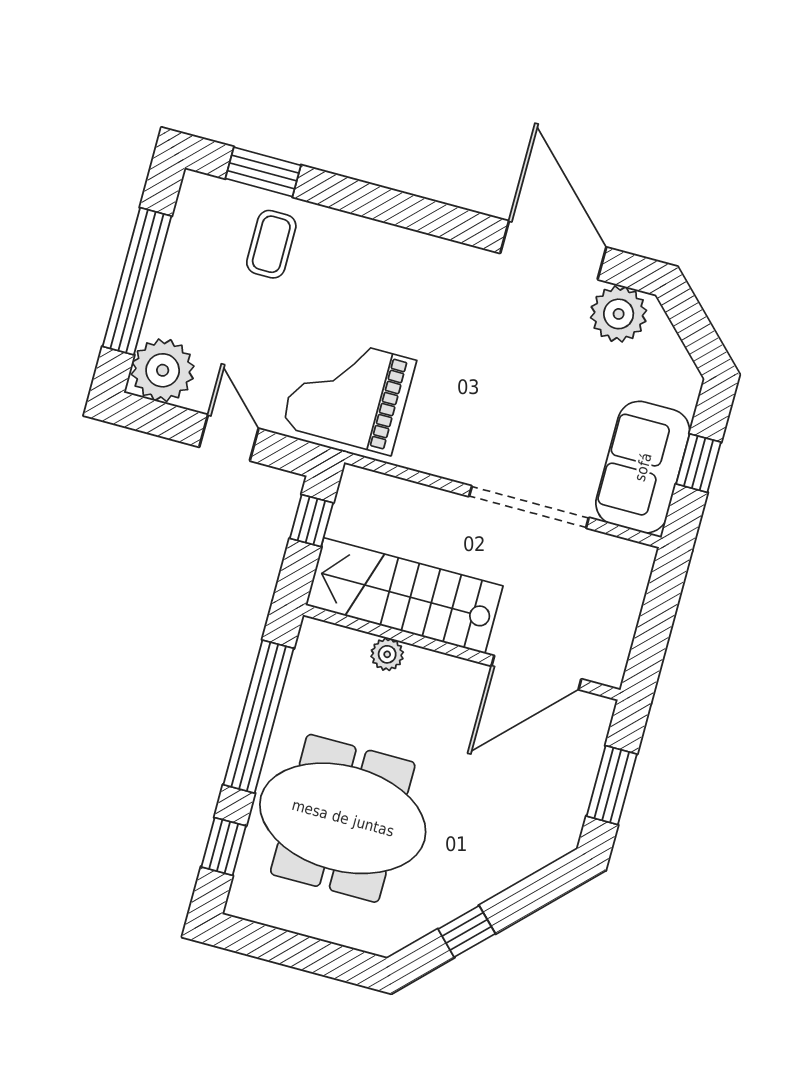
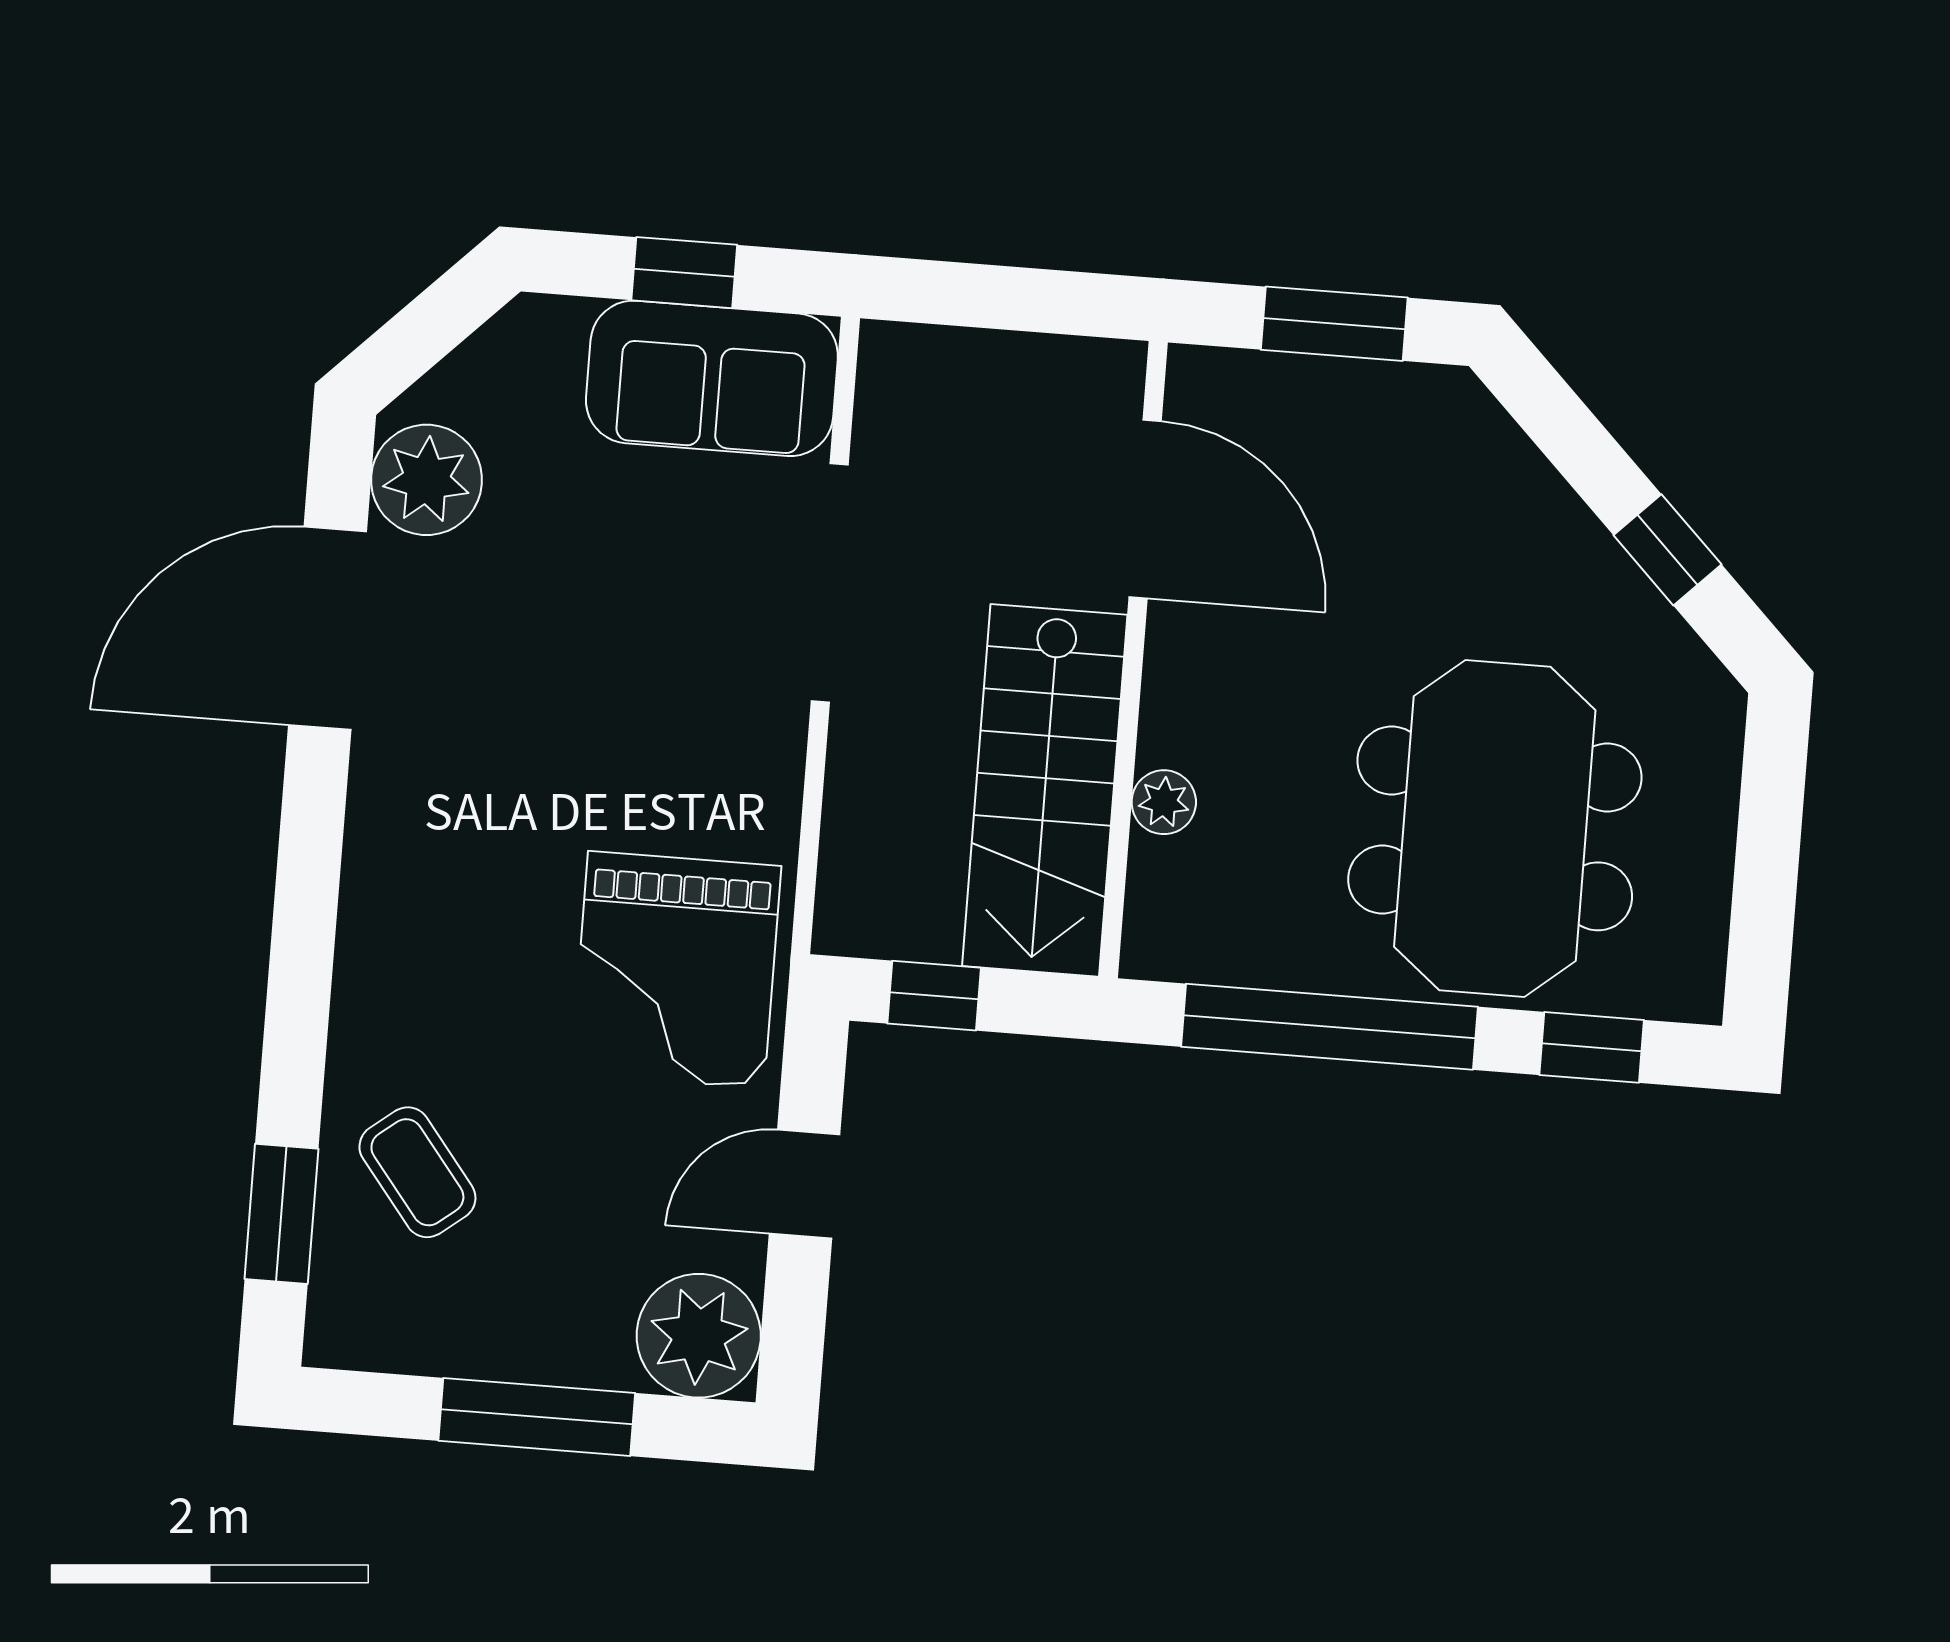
coffee table: (271, 244) -> (417, 1172), turned 52
window: (137, 281) -> (537, 1417), width x0.68

